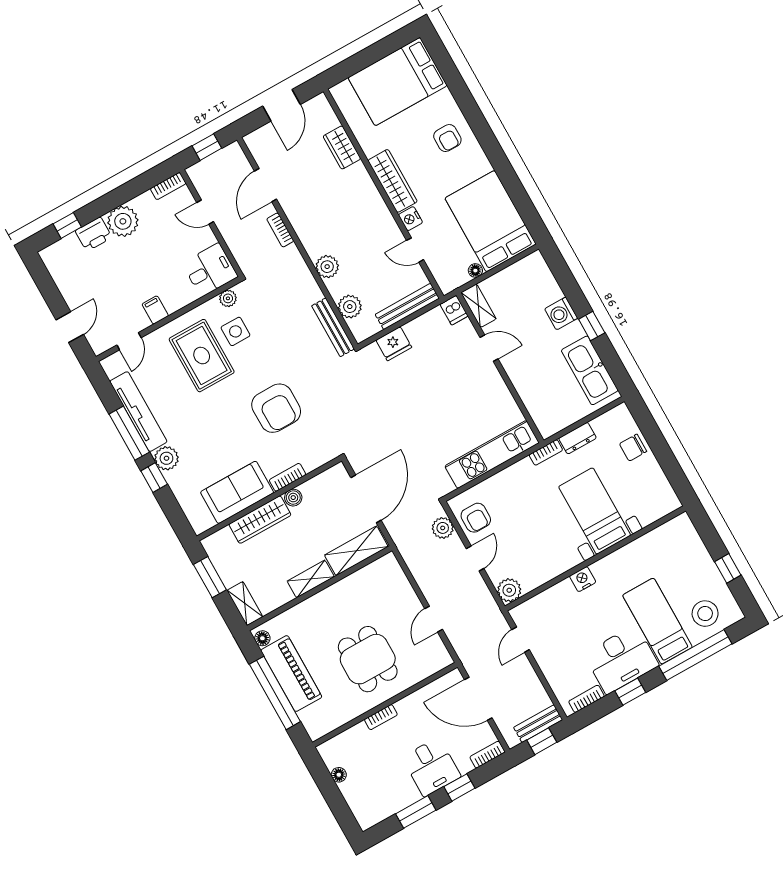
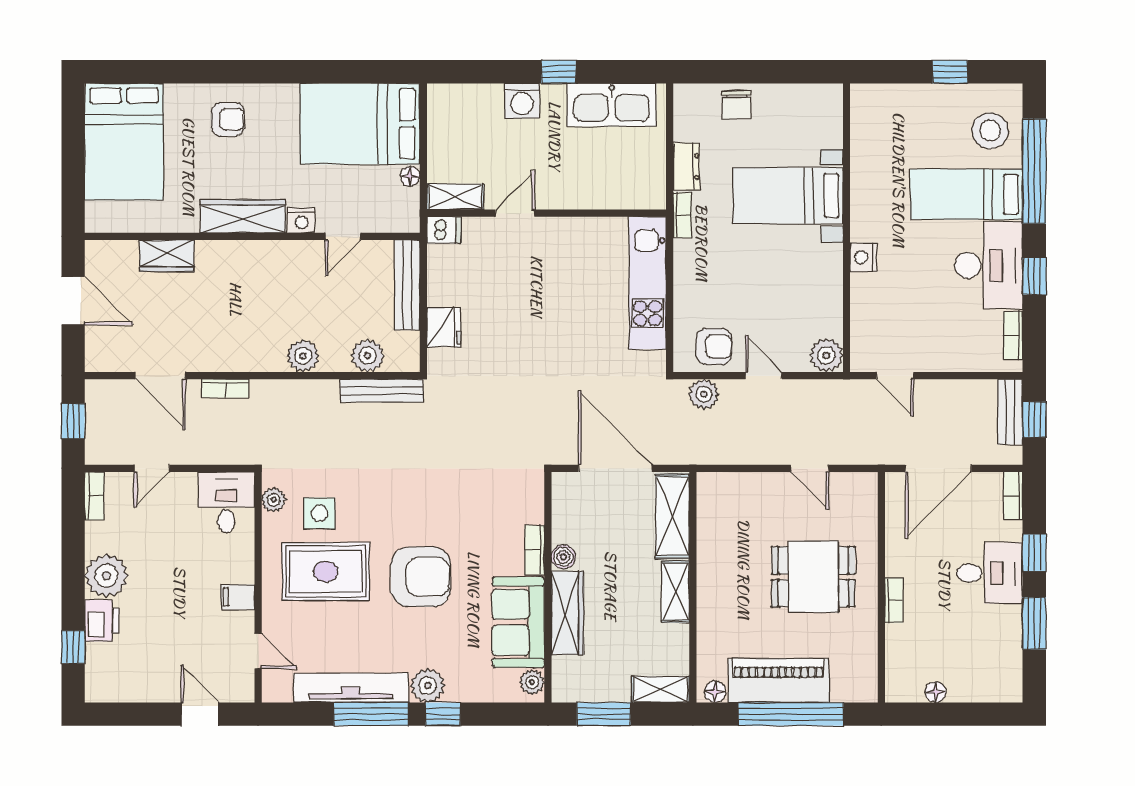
armchair: (276, 408) -> (421, 577), moved
plant: (205, 522) -> (532, 682), added

